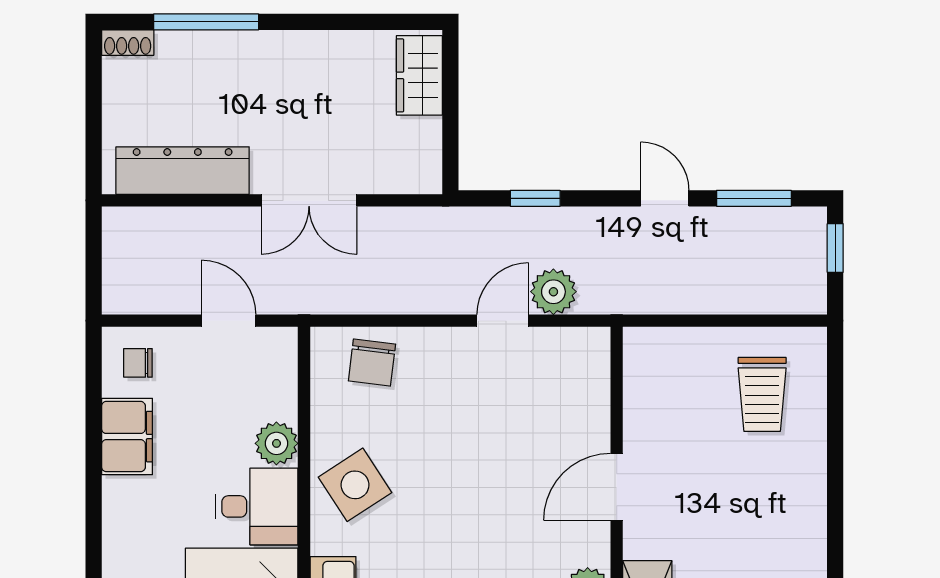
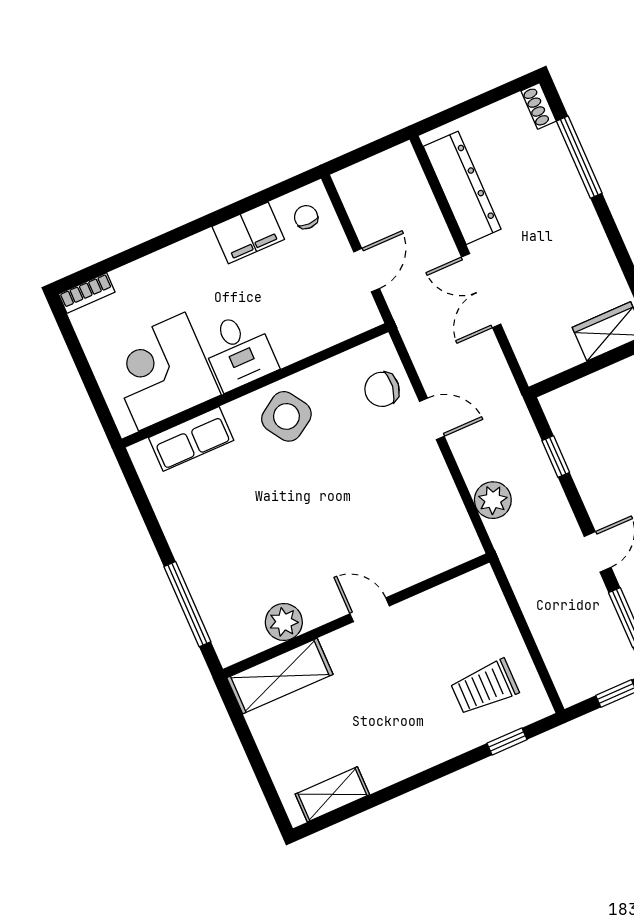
door: (503, 321) -> (432, 419), moved
window: (835, 396) -> (507, 741), added
plant: (276, 443) -> (292, 345), removed
door: (617, 487) -> (370, 610), width x0.73

